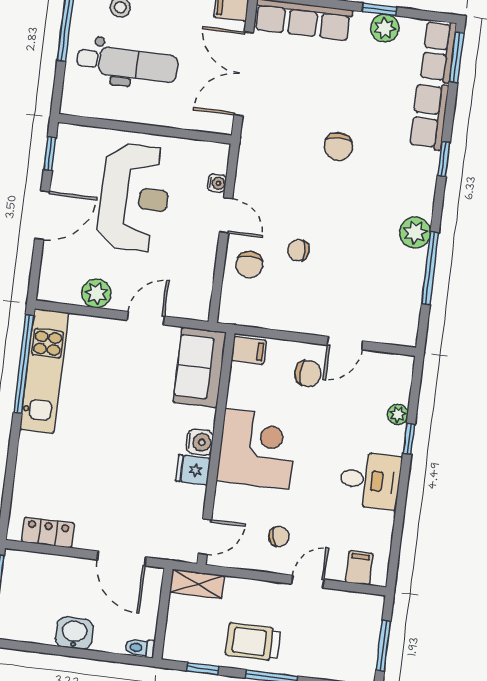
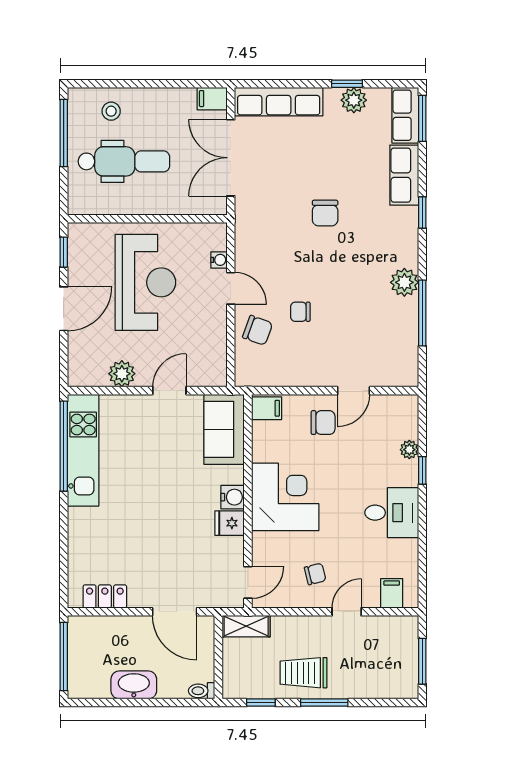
chair: (249, 265) -> (258, 330), turned -70
washbasin: (74, 633) -> (134, 685), width x1.38

